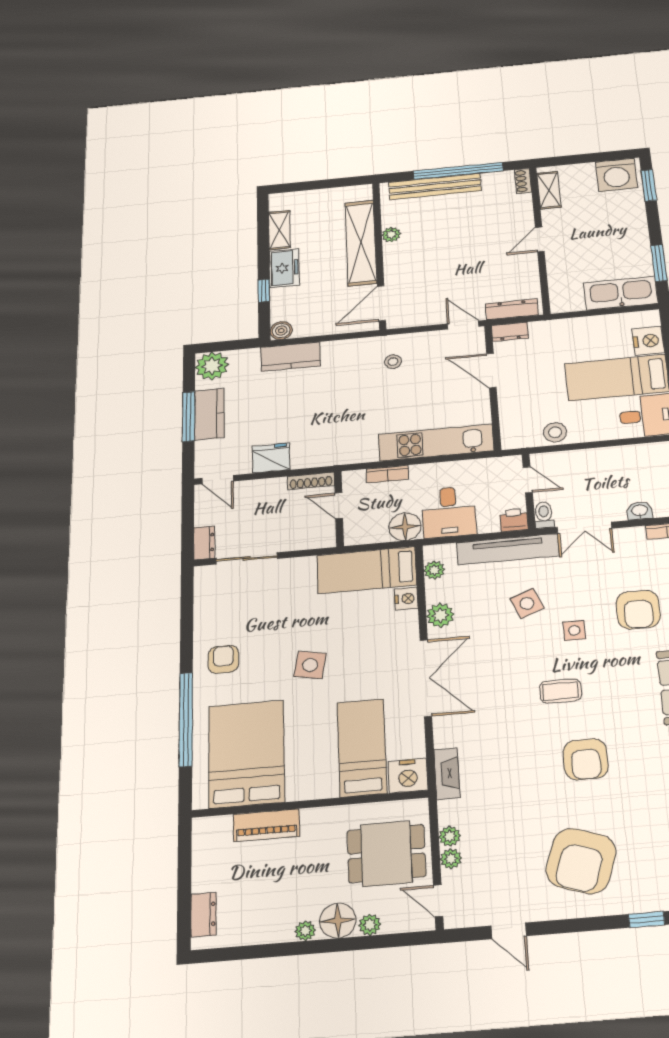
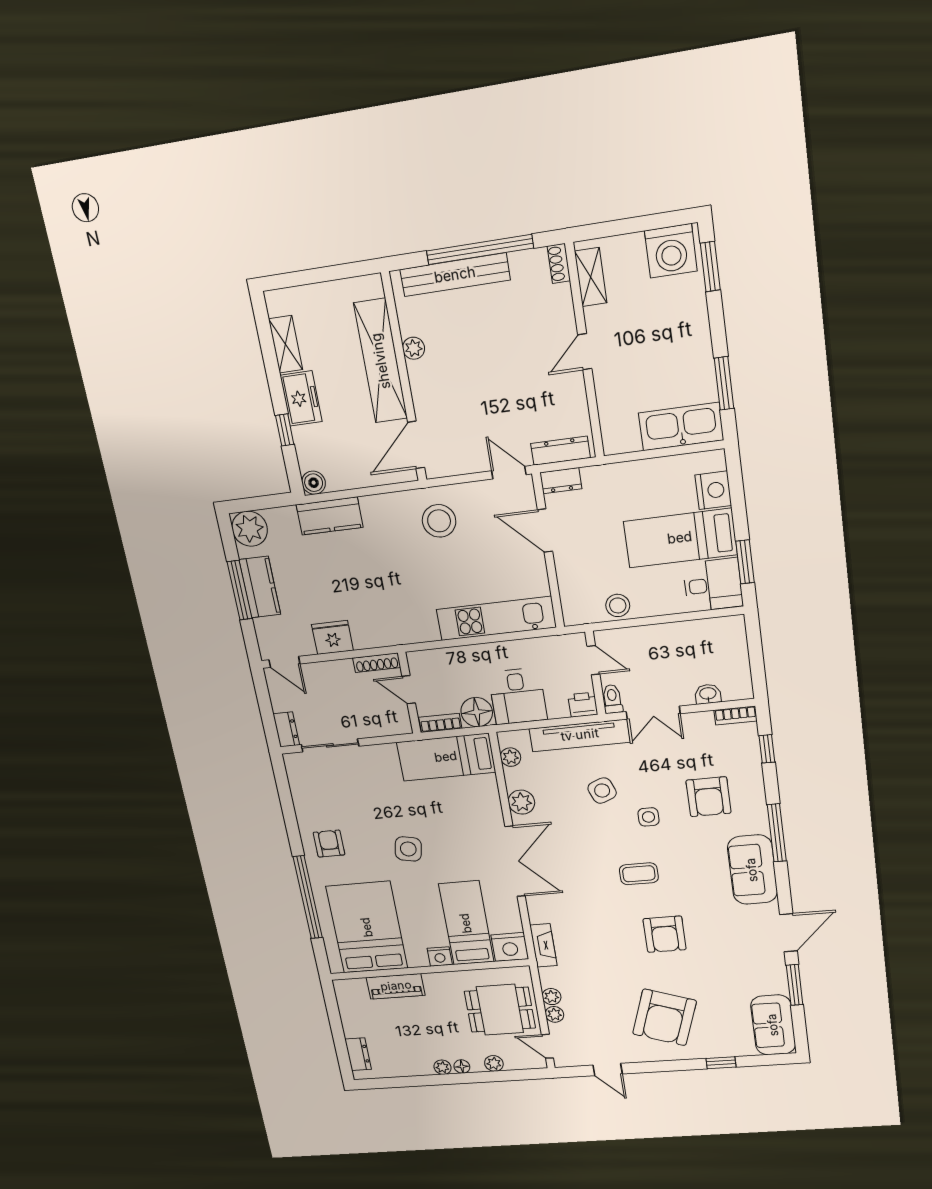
stool: (393, 362) -> (439, 521), width x1.89, depth x1.89
bookcase: (387, 474) -> (440, 723), moved, turned 180
nightstand: (406, 599) -> (440, 956), moved, turned 90
floor lamp: (338, 921) -> (462, 1067), width x0.53, depth x0.53

